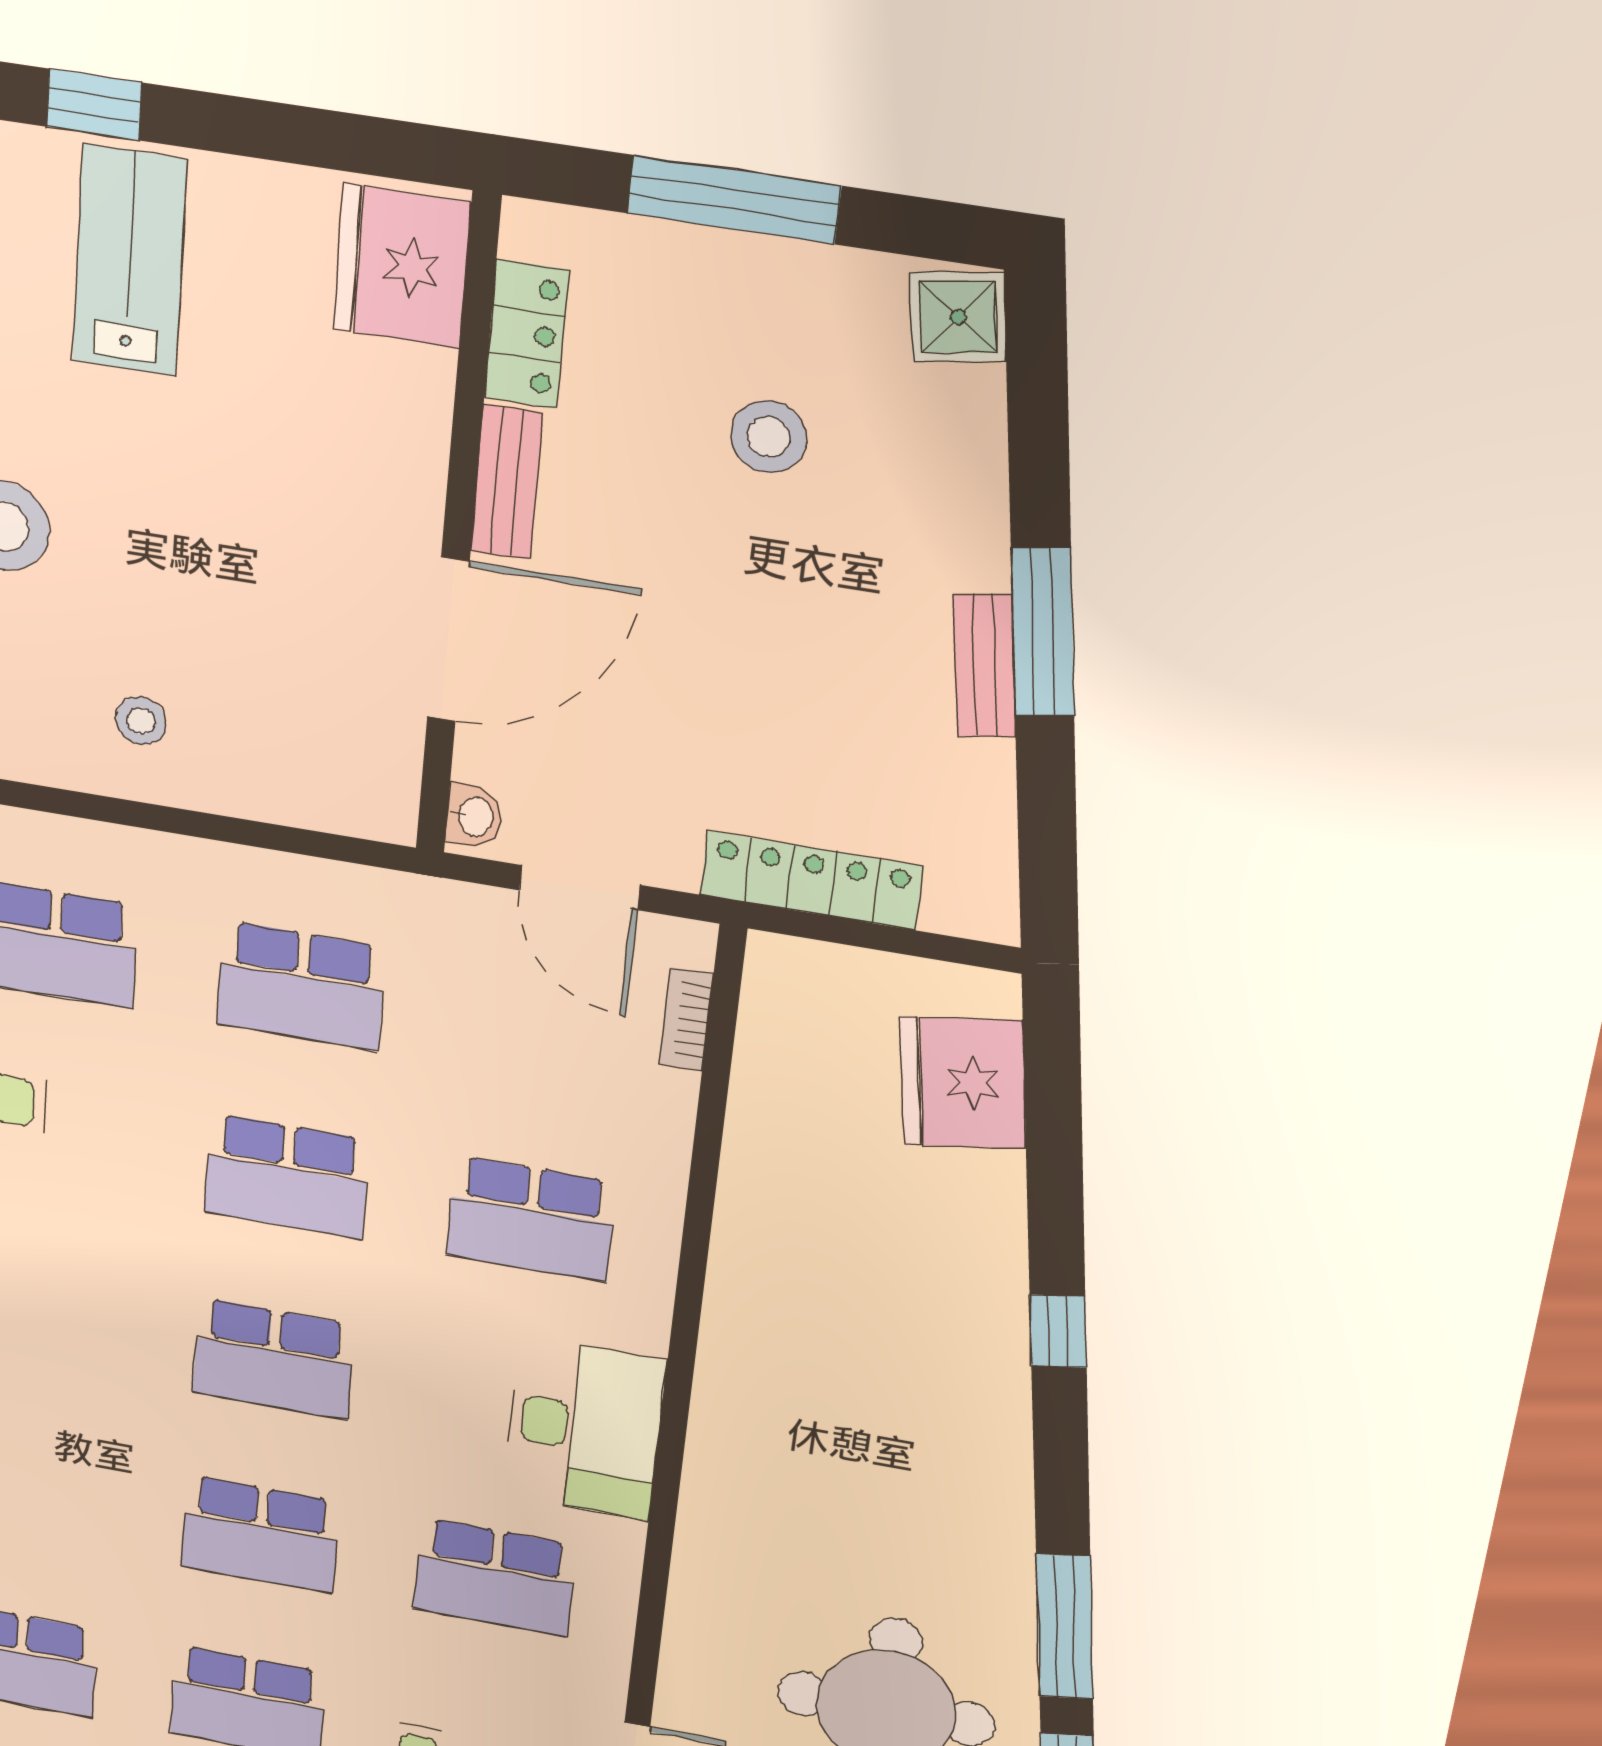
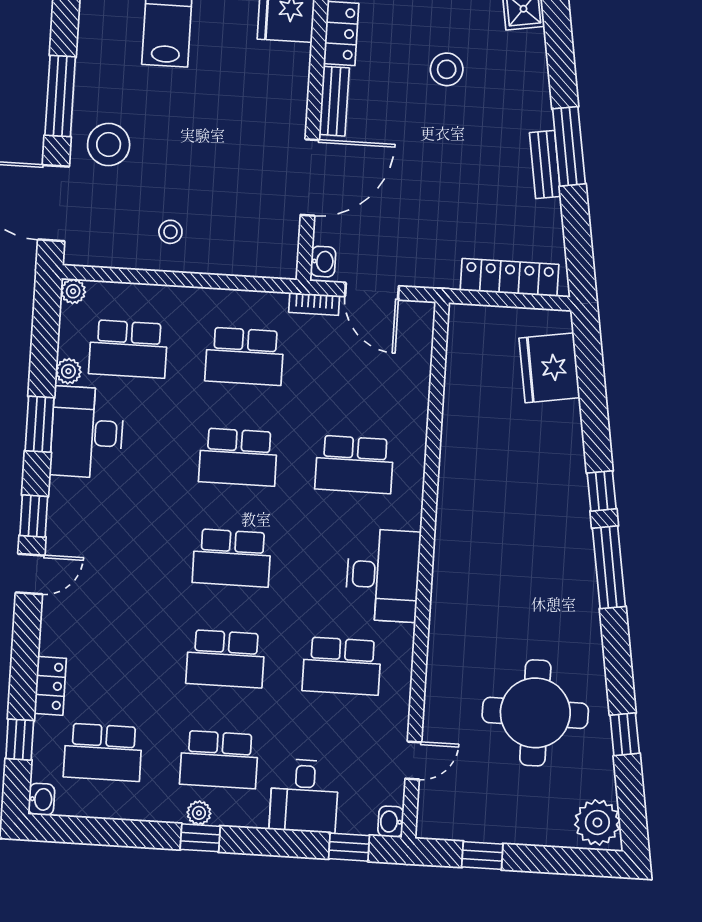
locker: (812, 880) -> (510, 277), moved
bookcase: (686, 1019) -> (314, 304), moved, turned -90
window: (1065, 1627) -> (609, 567), moved

